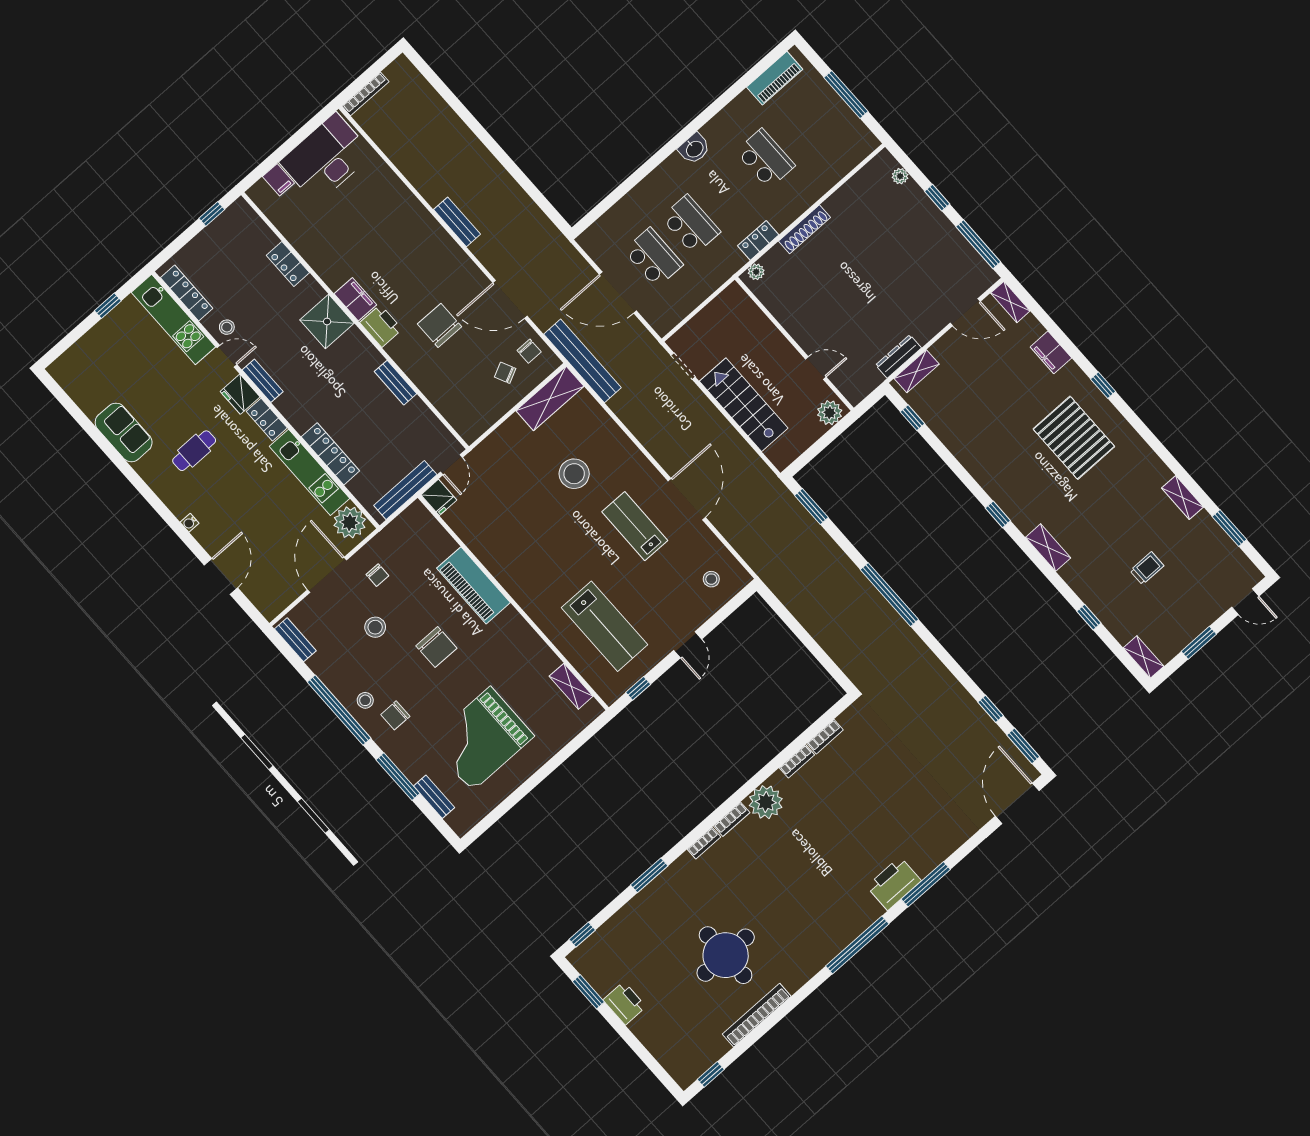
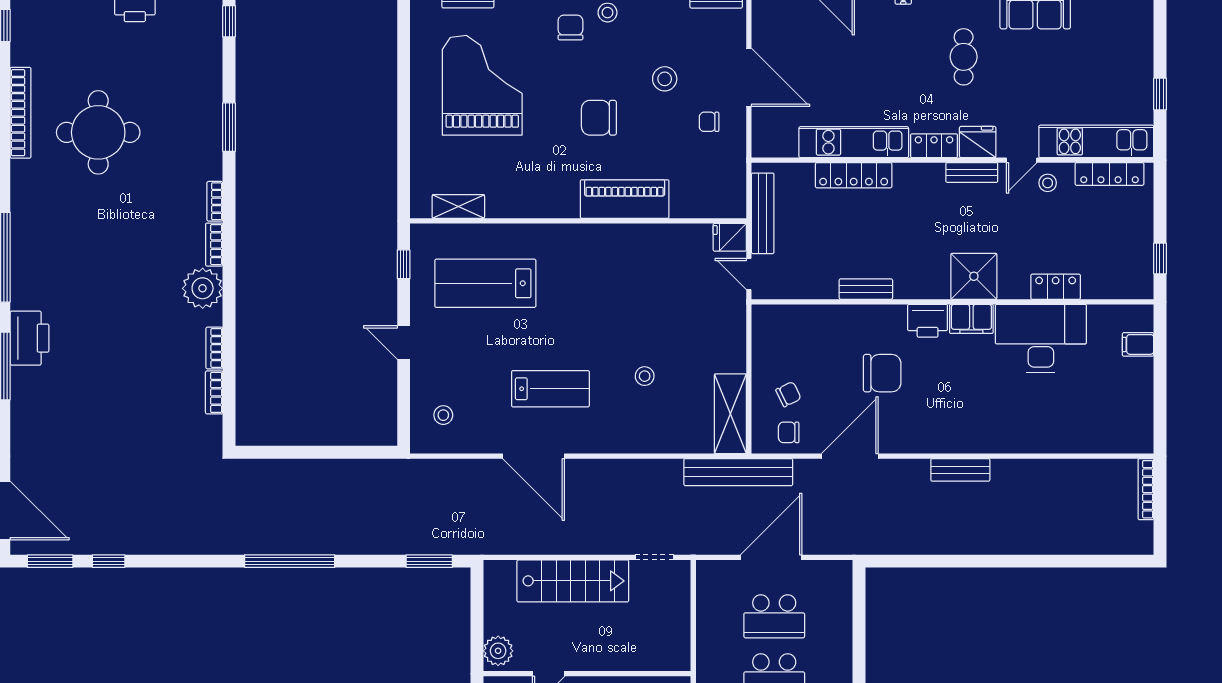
desk: (326, 158) -> (1041, 338), moved, turned -90
stool: (574, 474) -> (645, 376), width x0.53, depth x0.53
plant: (350, 522) -> (778, 138), removed

